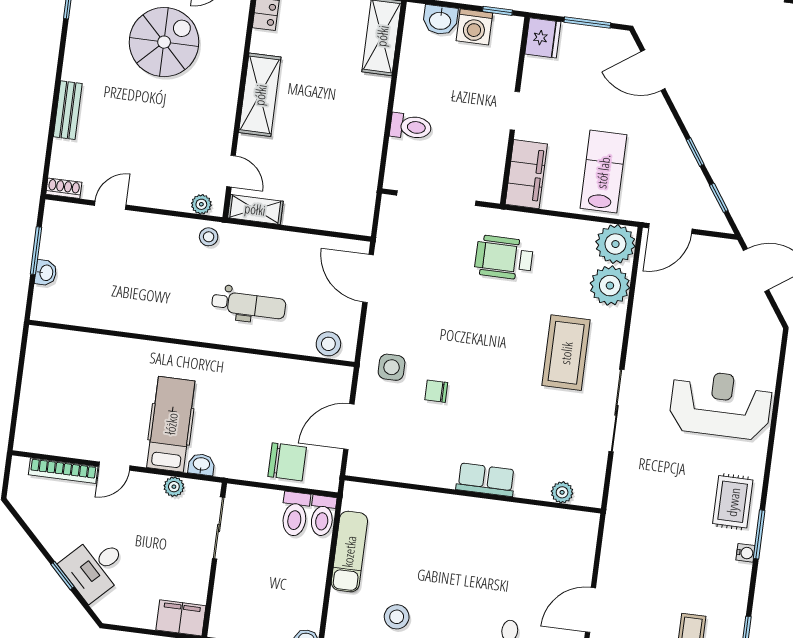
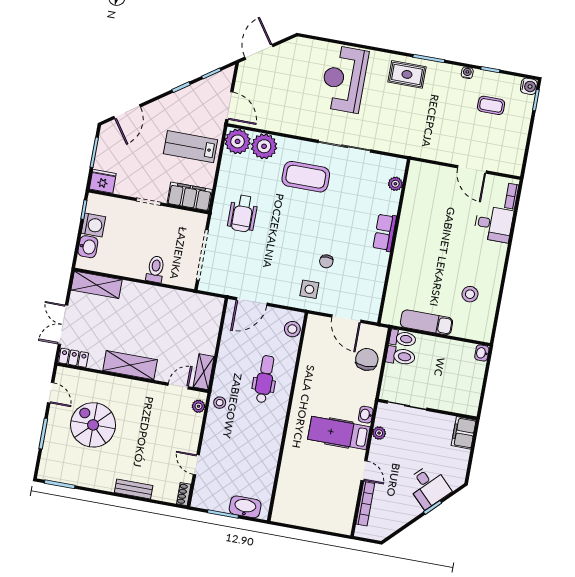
washbasin: (46, 273) -> (245, 507), width x1.91, depth x1.45
water cooler: (746, 553) -> (467, 73), moved

